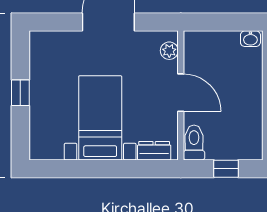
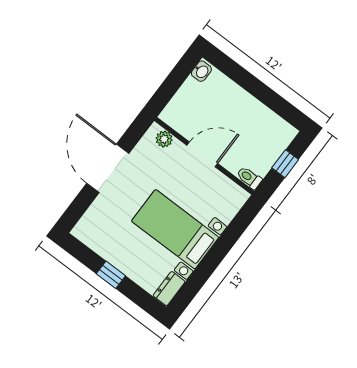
toilet: (194, 142) -> (249, 178), width x0.73, depth x0.72
dresser: (154, 151) -> (169, 289), moved

